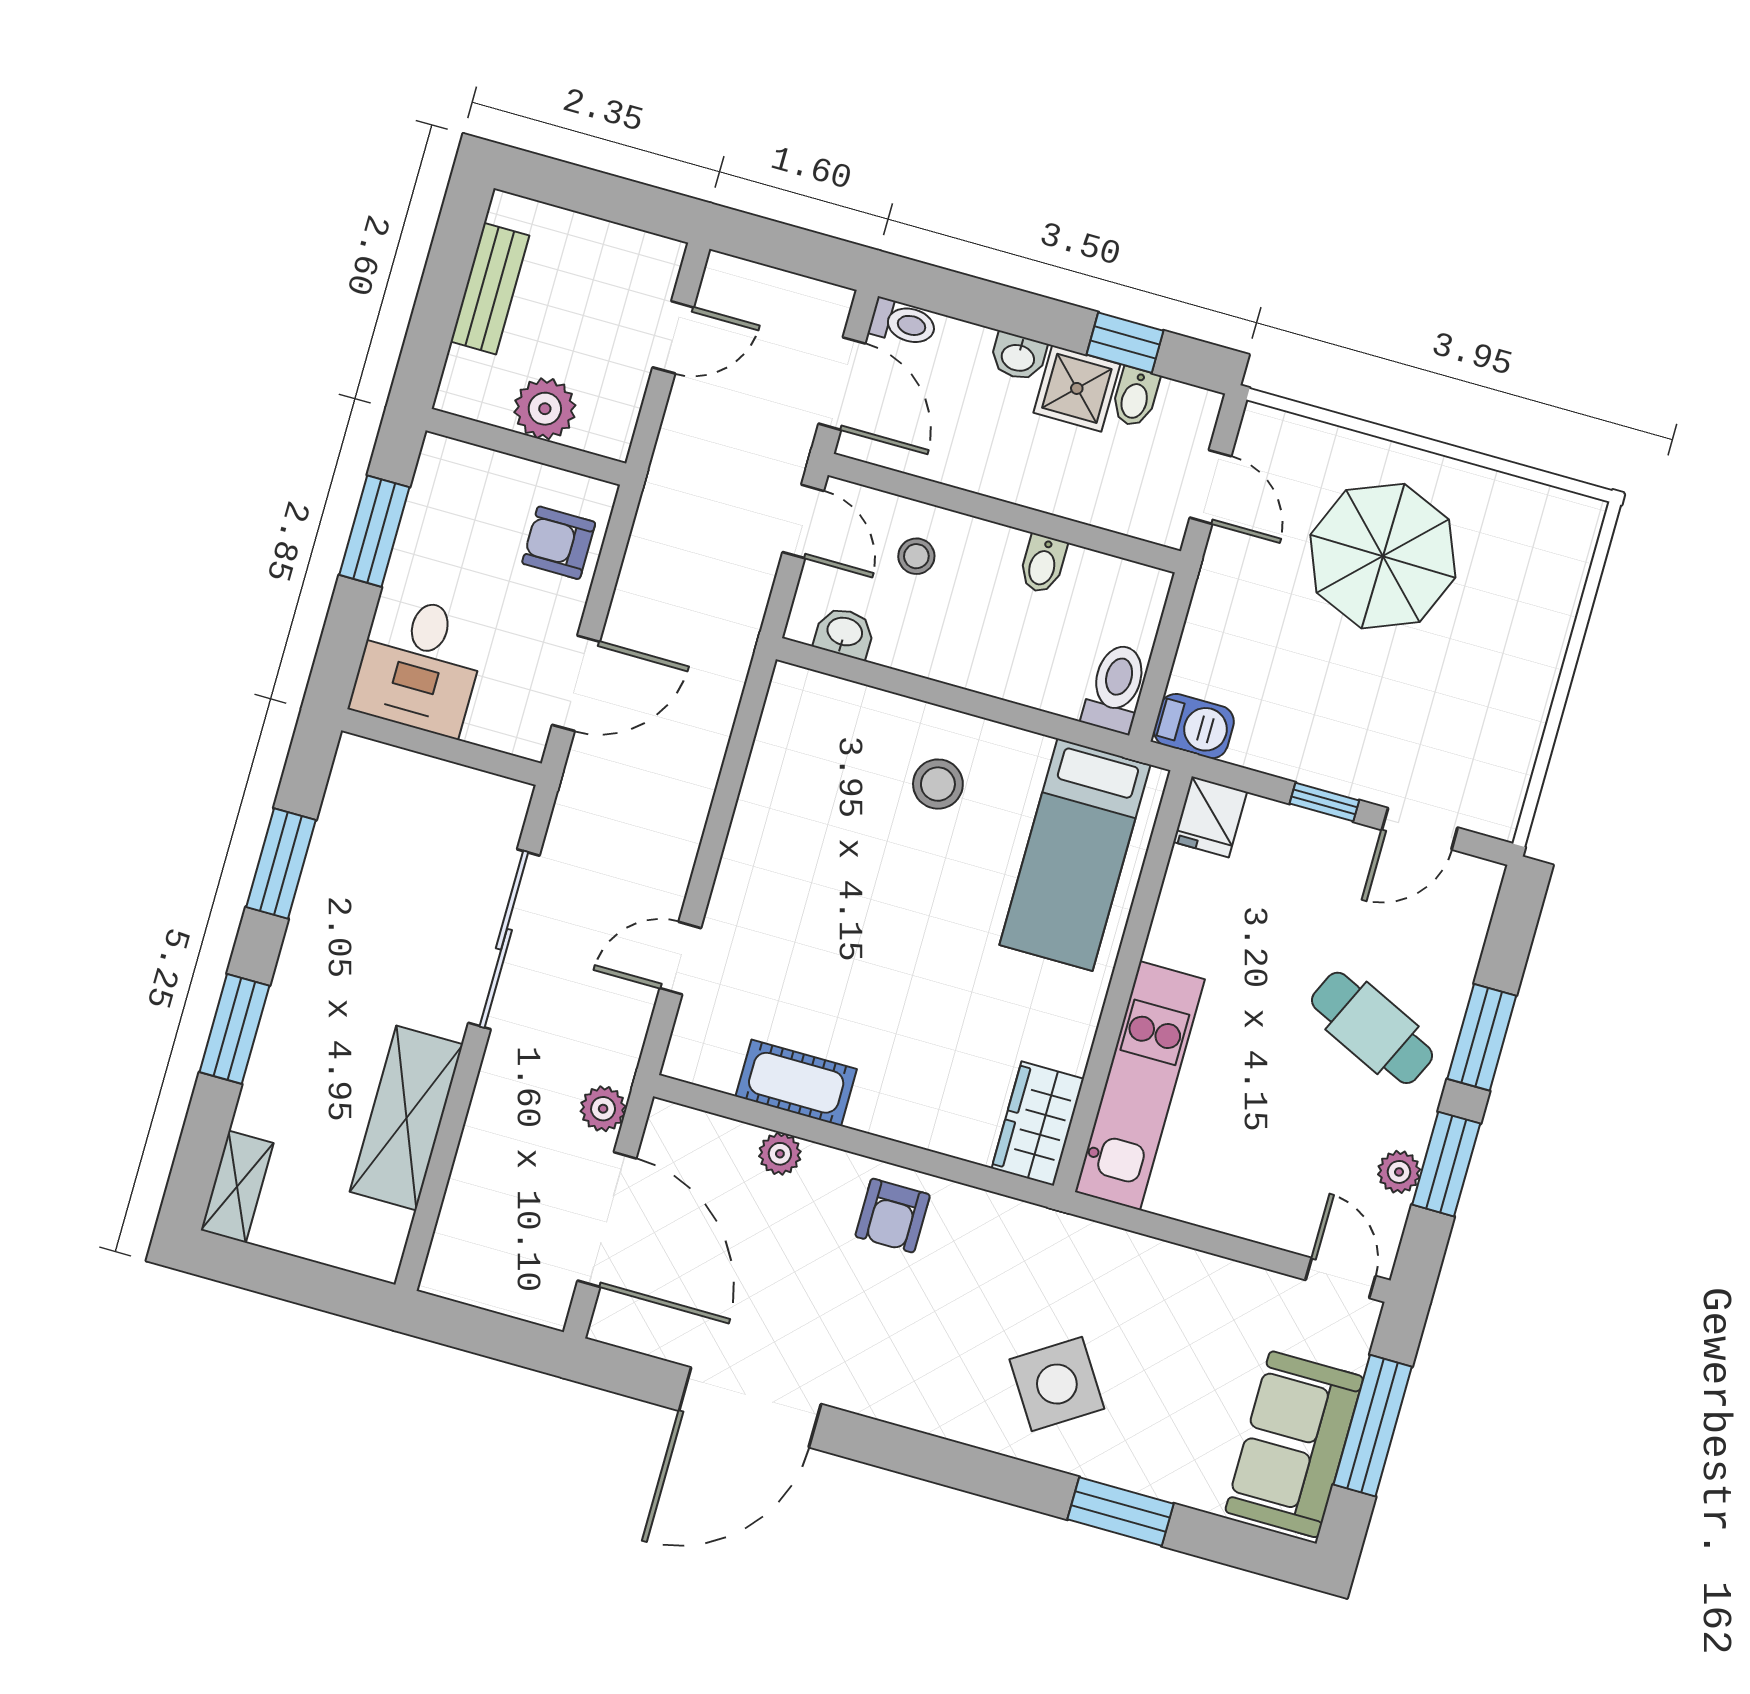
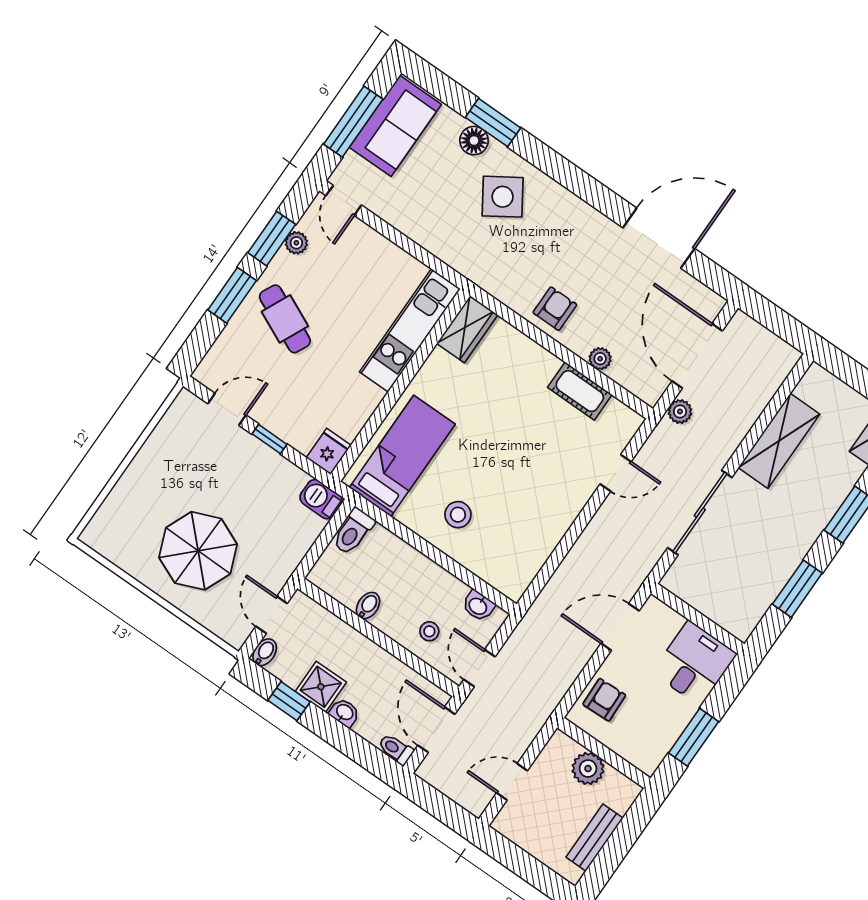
bidet: (1135, 397) -> (265, 652), moved
armchair: (559, 543) -> (604, 700), turned -92
floor lamp: (1143, 1467) -> (474, 141), added

